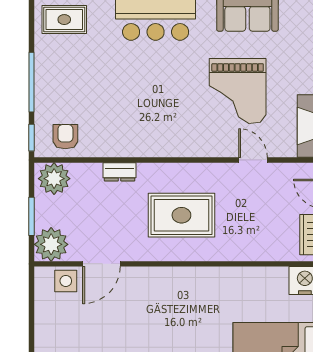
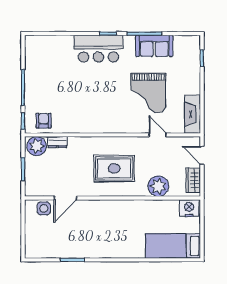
rug: (64, 20) -> (43, 49), removed
dresser: (120, 172) -> (57, 142), moved
plant: (51, 244) -> (158, 186), moved

